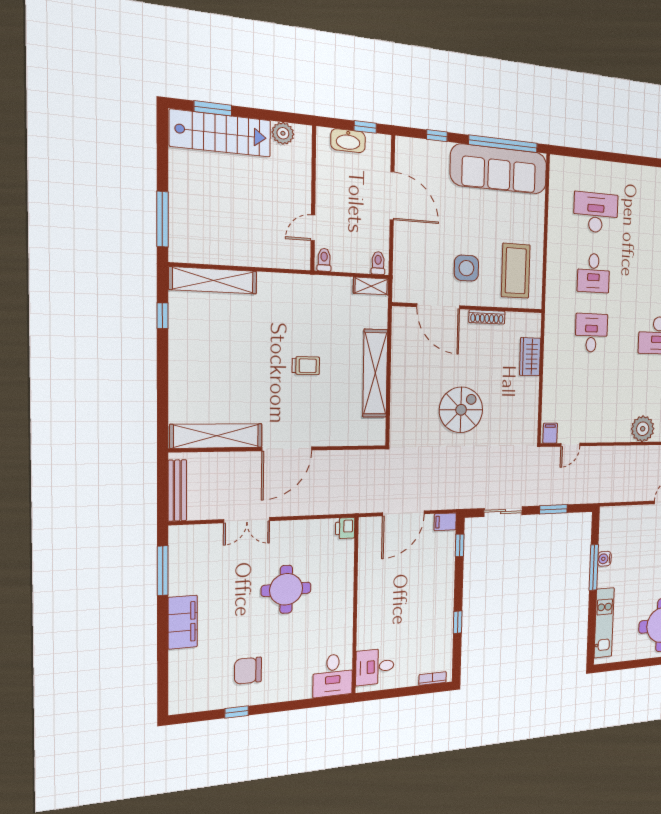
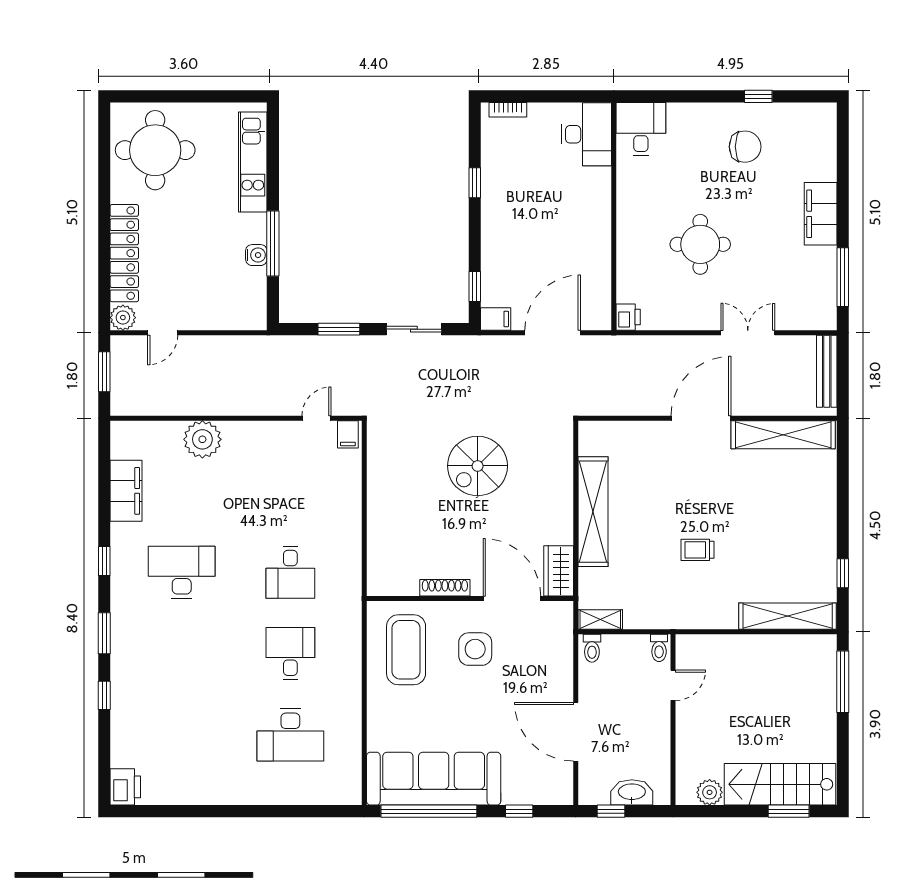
wardrobe: (530, 357) -> (559, 571), moved, turned 180
trolley: (306, 366) -> (698, 550), moved
desk: (375, 667) -> (586, 134), width x1.37

